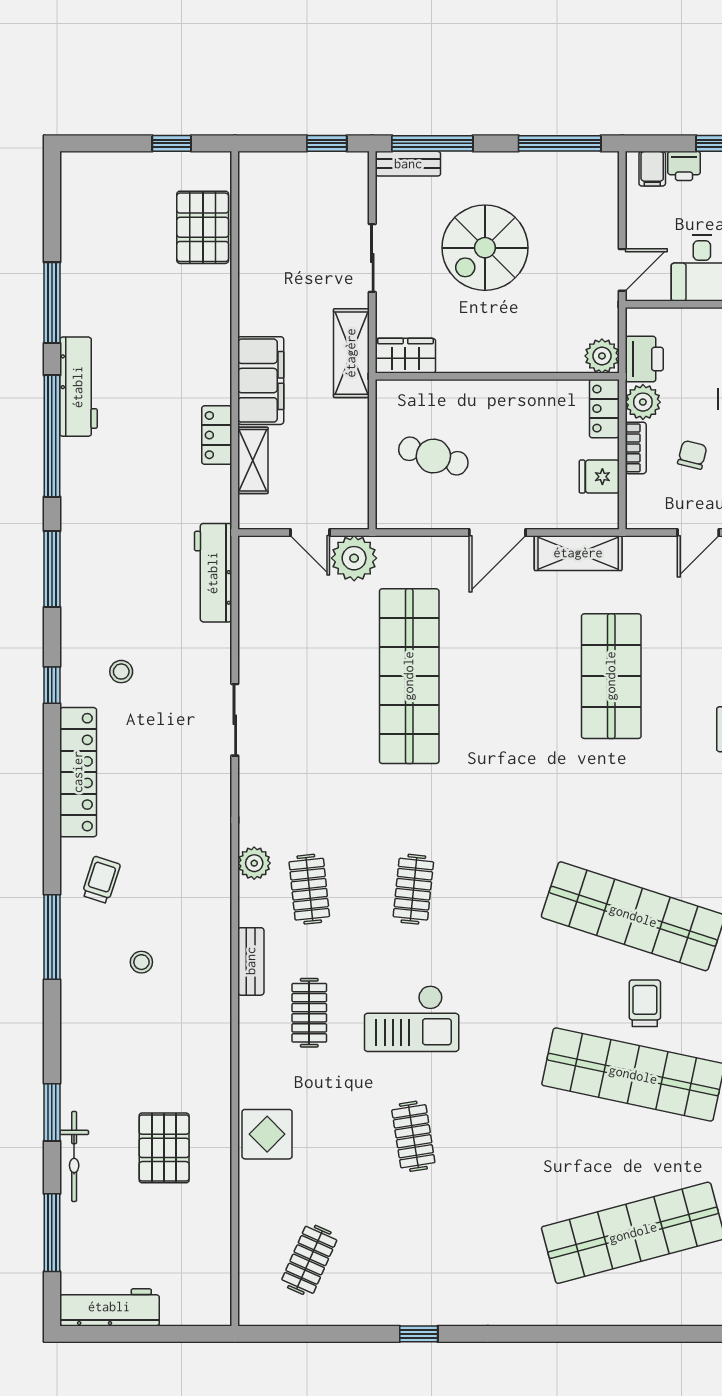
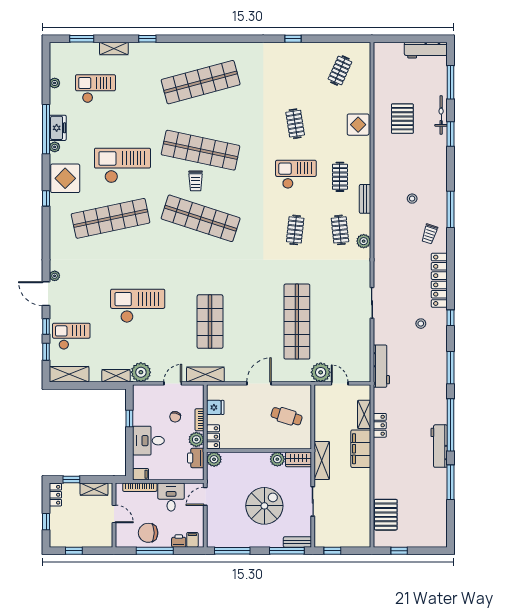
plant: (455, 356) -> (277, 459), added
shelving: (578, 553) -> (205, 375), moved

